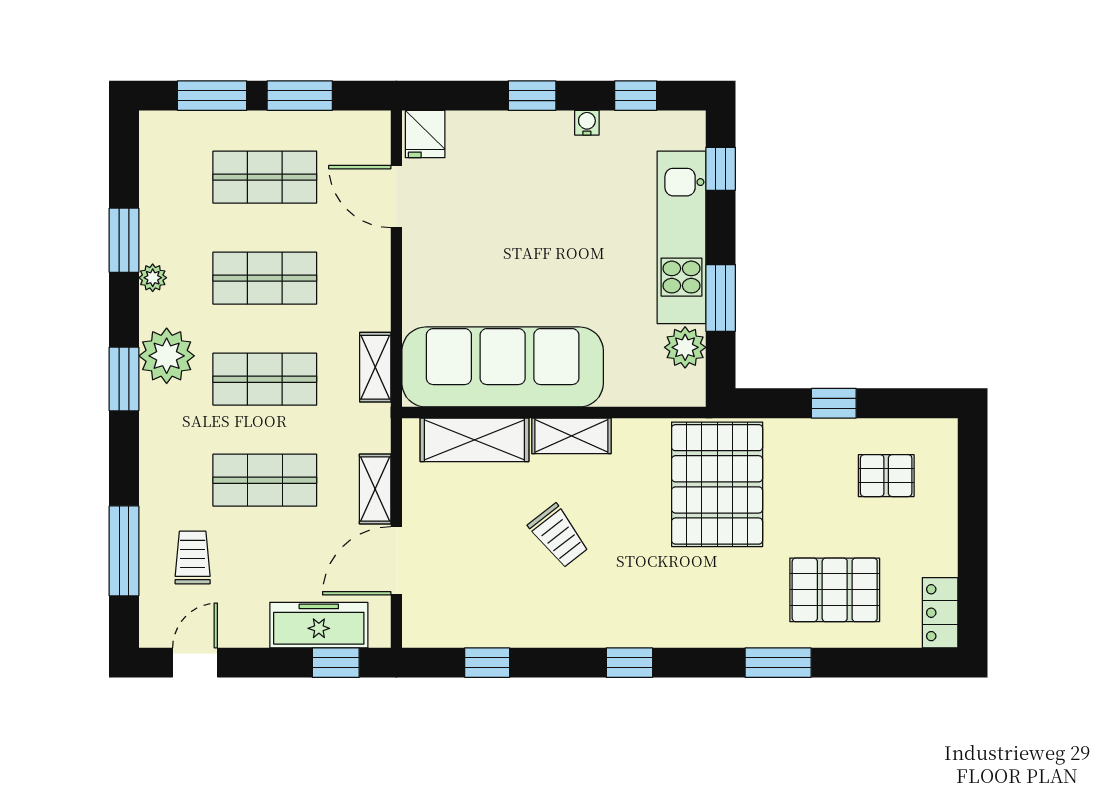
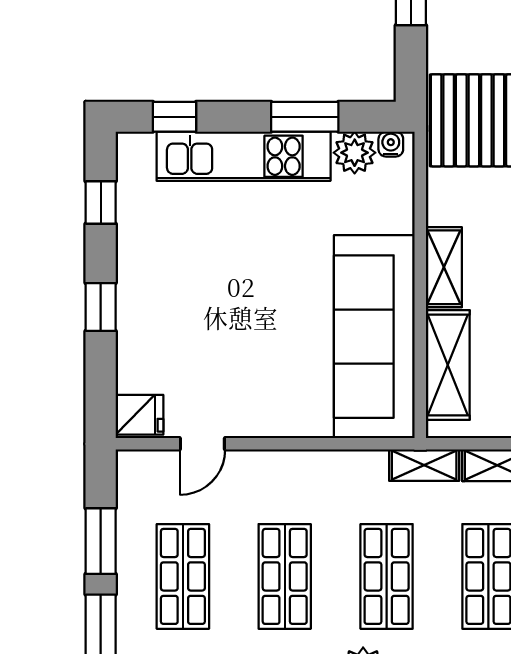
water cooler: (587, 123) -> (391, 144), moved, turned 90
door: (396, 197) -> (202, 444), width x0.73
shelving: (375, 367) -> (424, 465), moved

